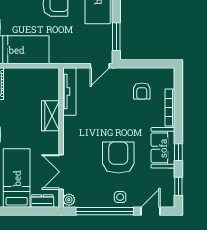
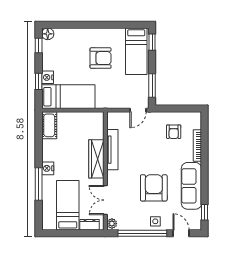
tv unit: (69, 91) -> (112, 150), moved
wardrobe: (51, 116) -> (96, 159), width x1.50
sofa: (163, 148) -> (191, 186), width x1.36
window: (178, 152) -> (205, 183), removed
door: (151, 211) -> (181, 233), hinge flipped

